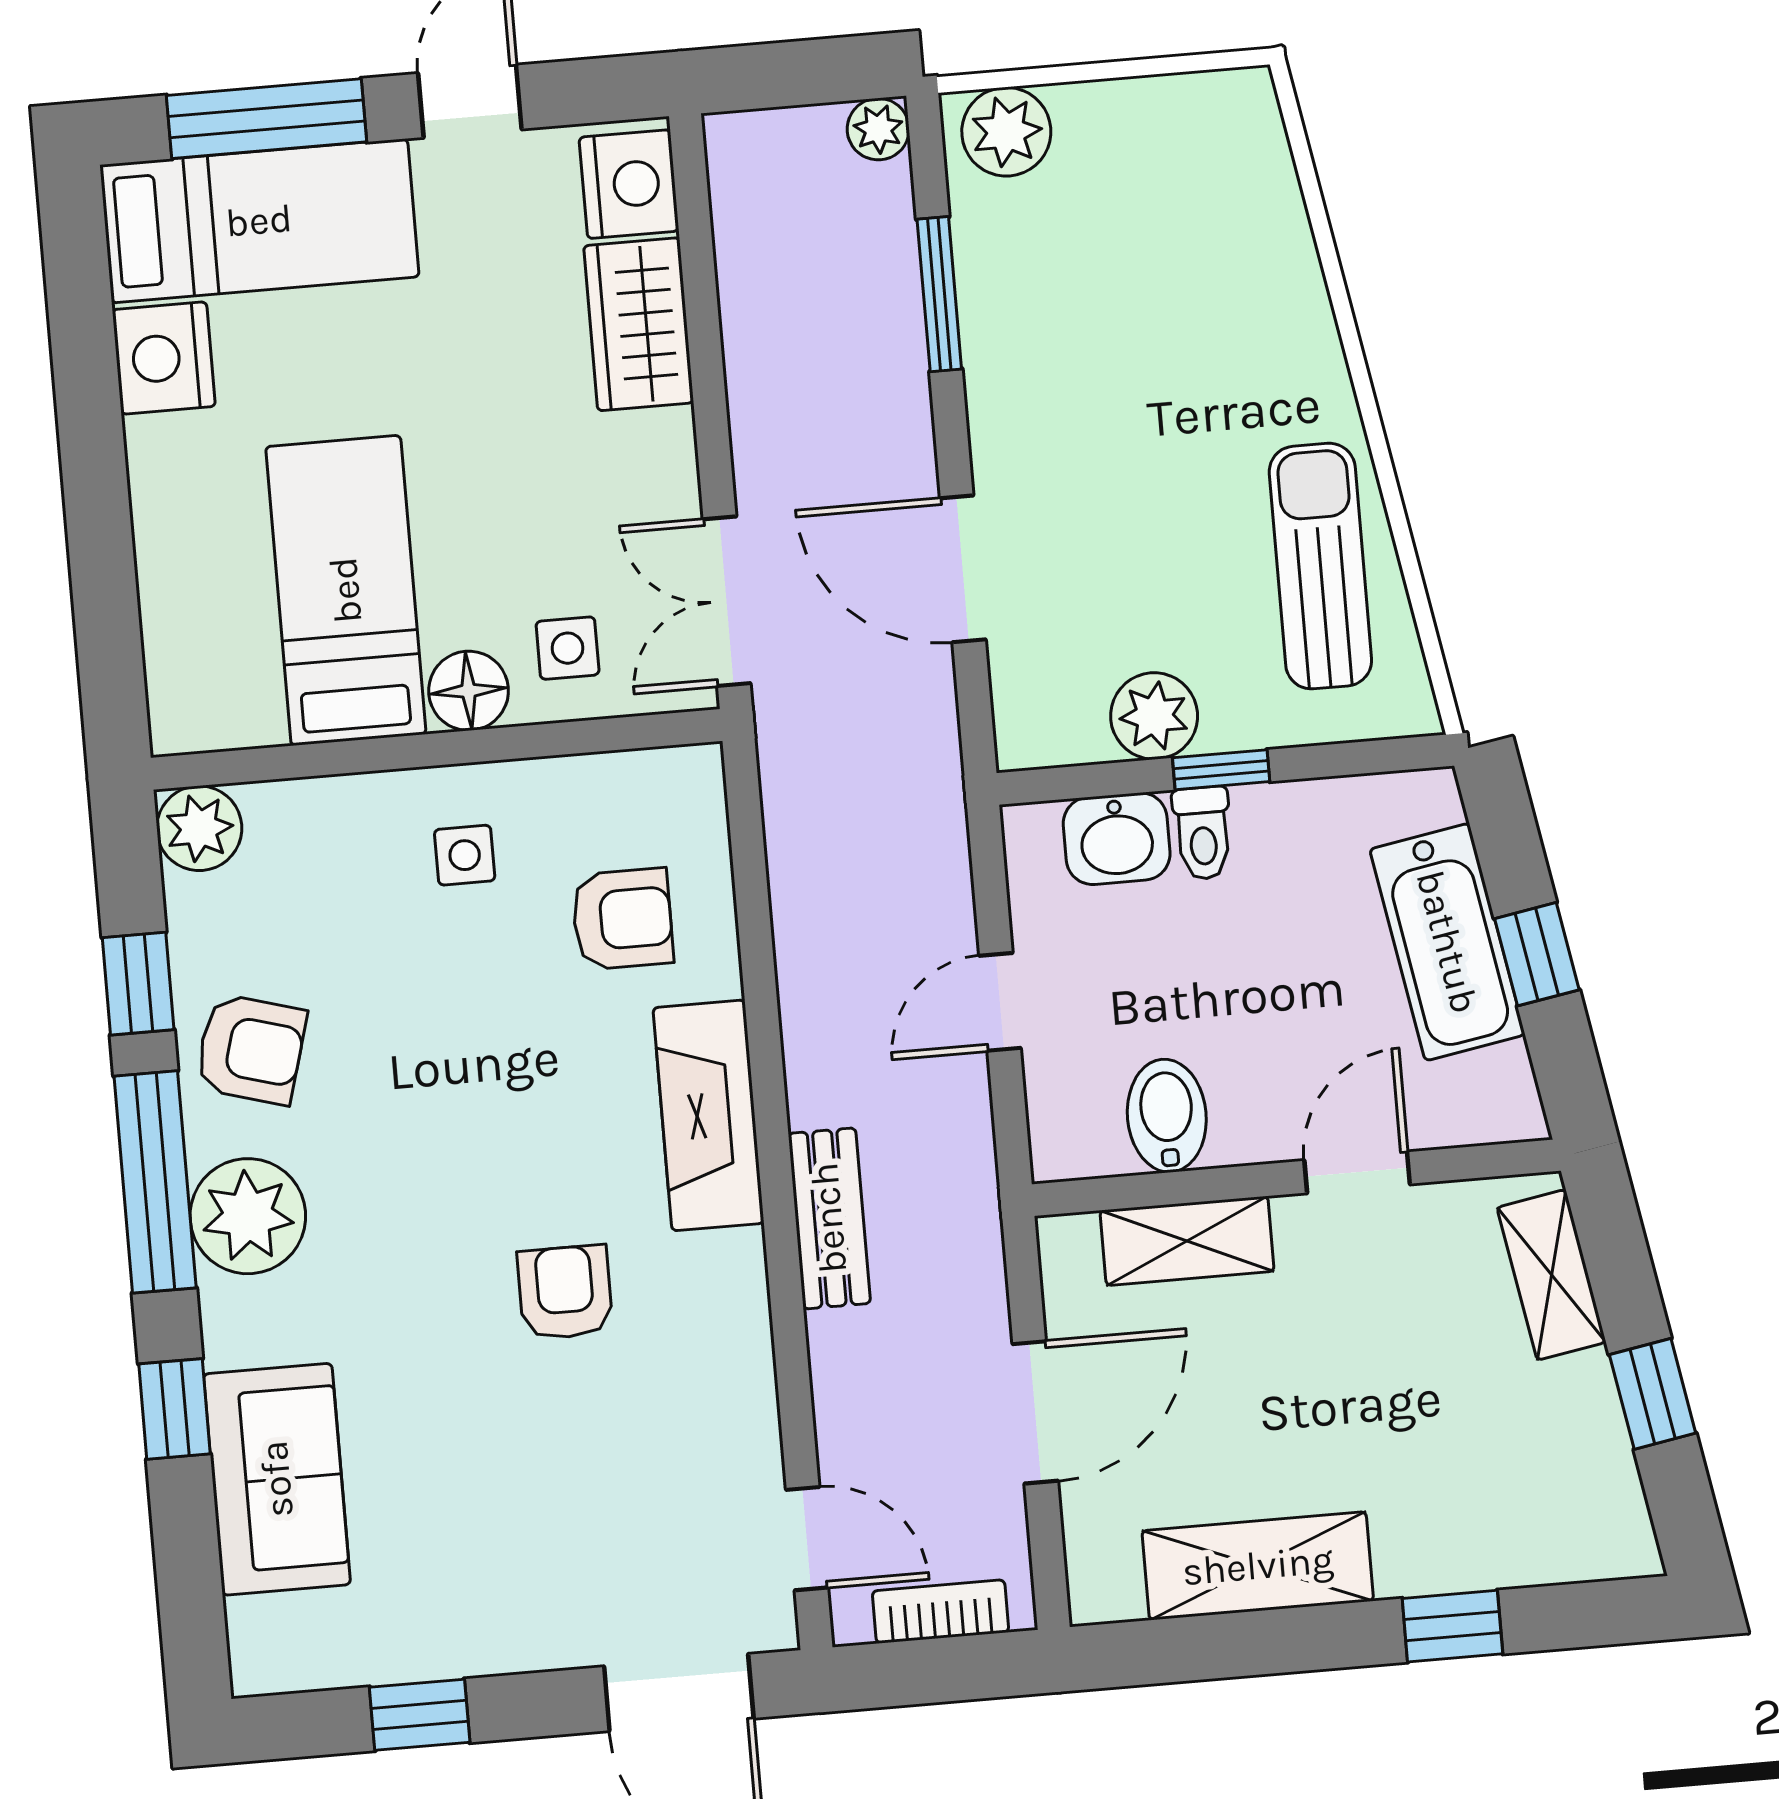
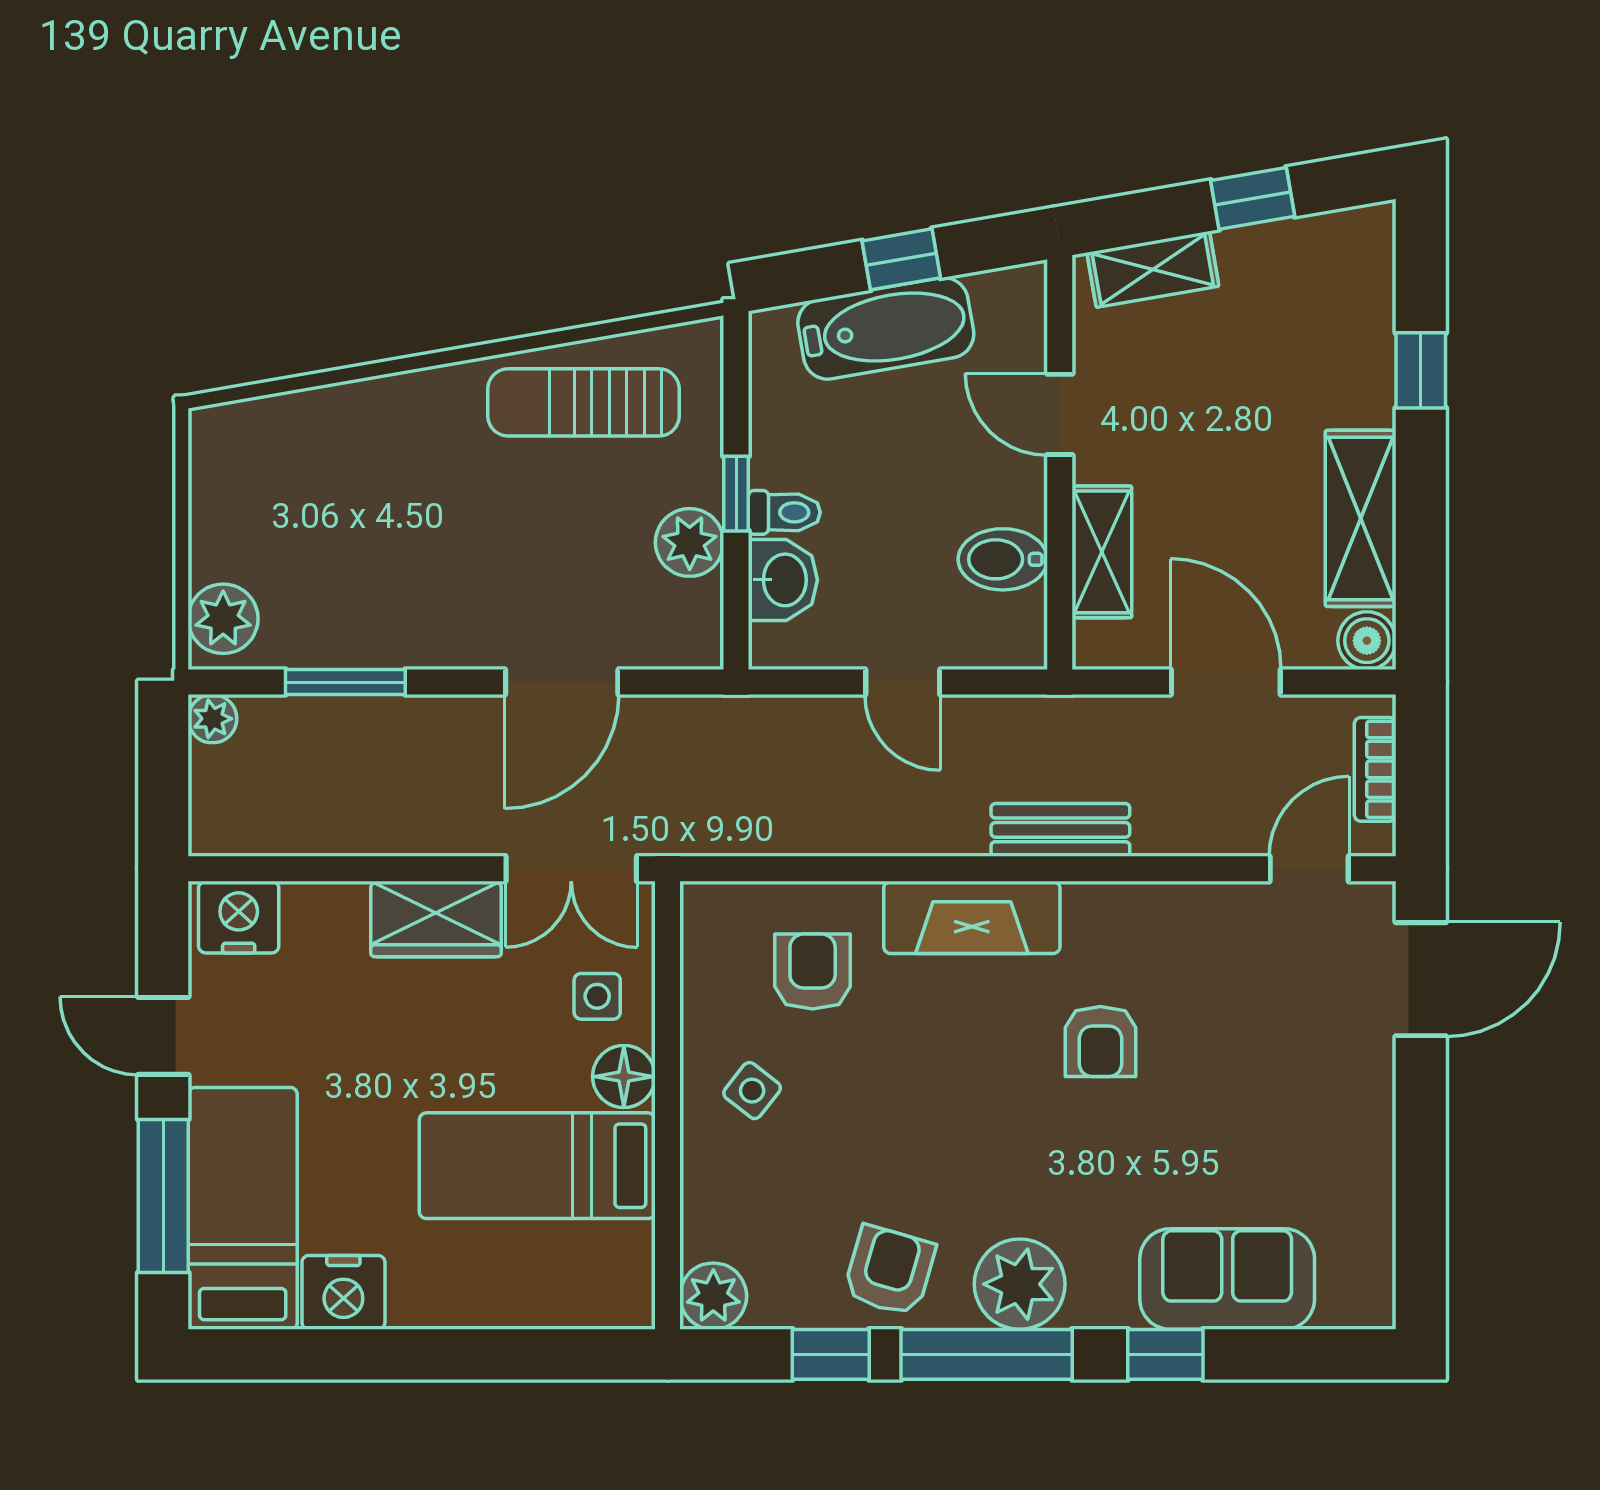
wardrobe: (639, 324) -> (436, 919), moved
side table: (465, 855) -> (752, 1091), turned 38
armchair: (565, 1292) -> (1100, 1041), turned -90
boiler: (1103, 1587) -> (1367, 641), added
window: (420, 1715) -> (1421, 1183), removed

